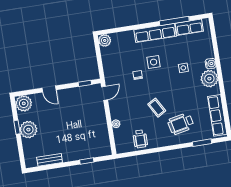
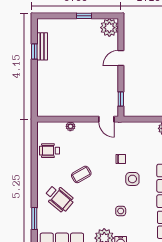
wheelchair: (181, 124) -> (59, 198), turned 142
plant: (28, 130) -> (79, 28), removed
window: (87, 161) -> (34, 51), moved

